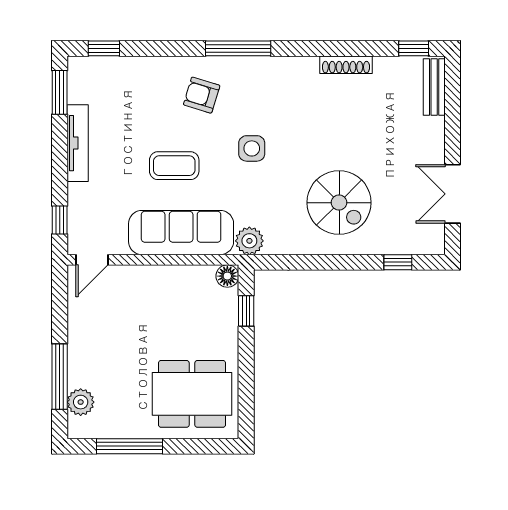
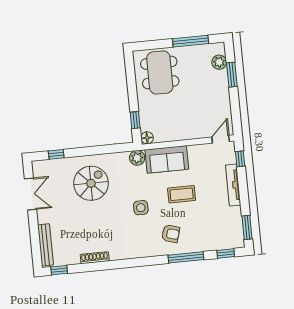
window: (238, 48) -> (186, 257), moved
bench: (434, 87) -> (45, 245), width x1.36
tv unit: (78, 143) -> (233, 185), moved
spiral stairs: (339, 203) -> (91, 183), turned 90
sofa: (181, 233) -> (167, 159), width x0.73
window: (60, 377) -> (232, 75), width x0.69
dining table: (192, 394) -> (160, 73), turned 90

